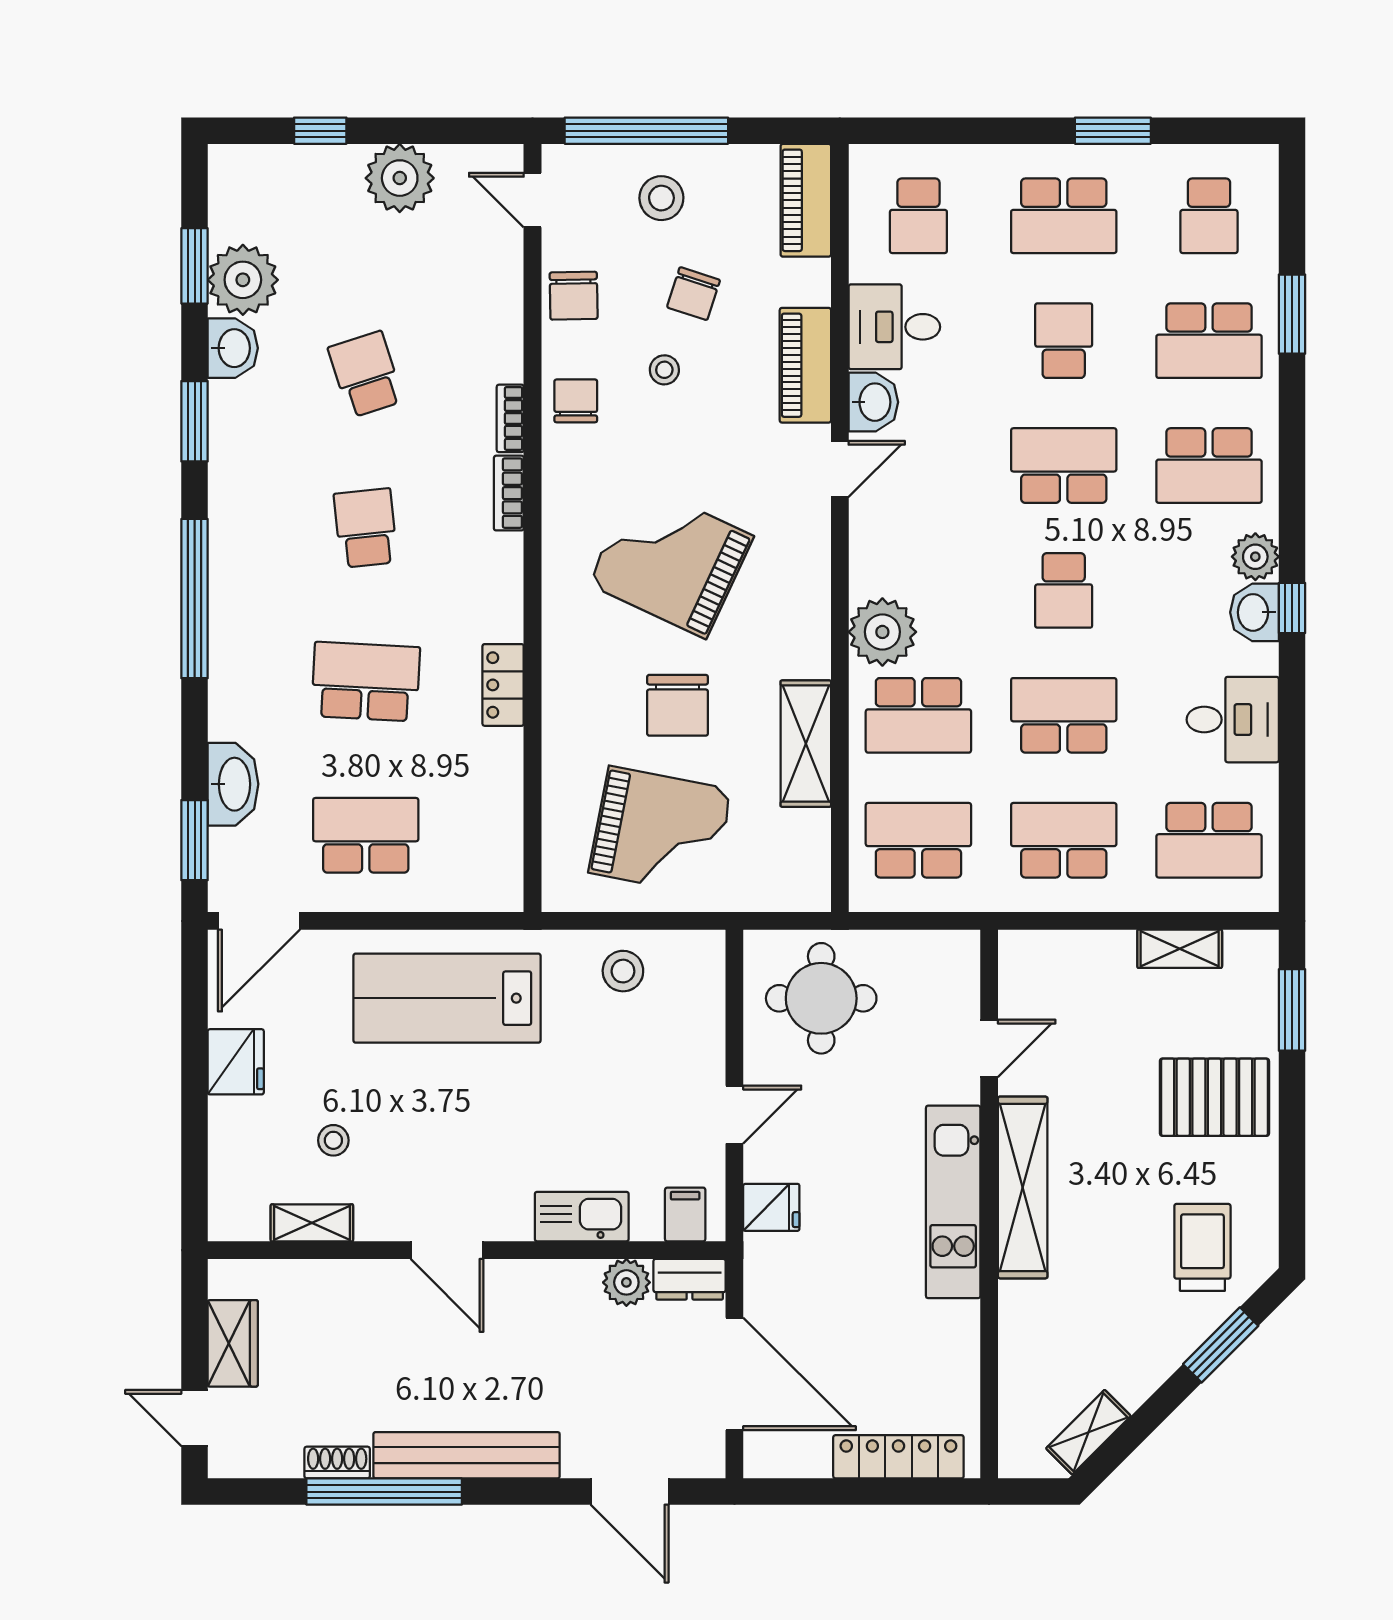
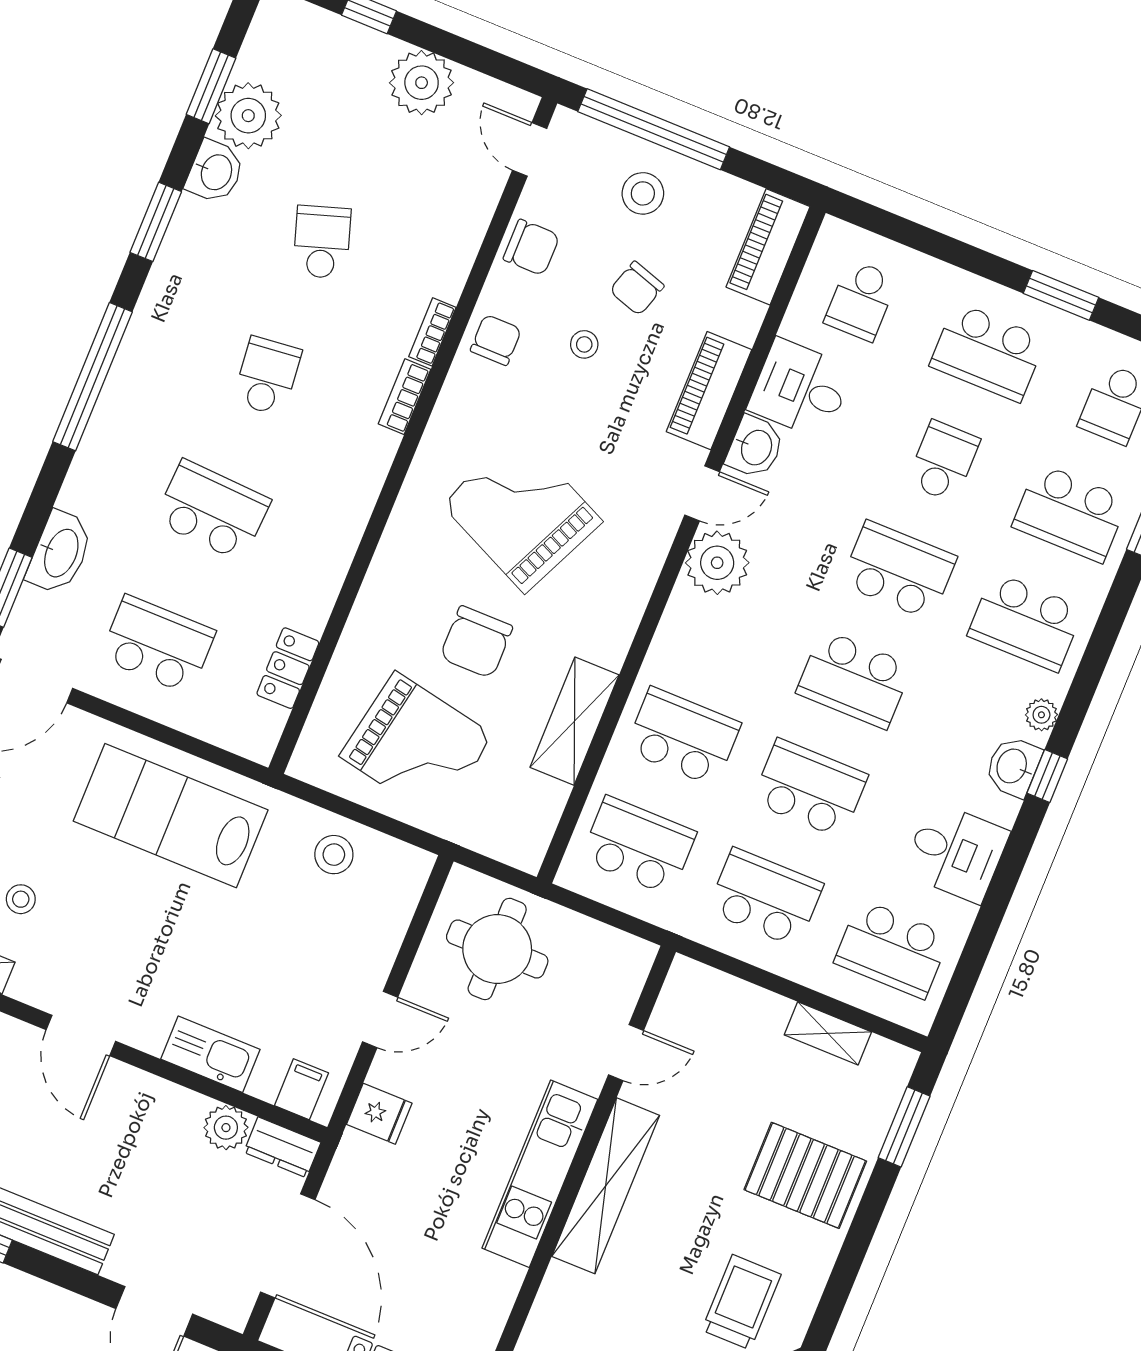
chair: (574, 296) -> (531, 247), turned -89
plant: (1255, 557) -> (1041, 715), width x0.73, depth x0.73
school desk: (1064, 590) -> (854, 679), width x1.85
plant: (882, 632) -> (717, 563), moved
locker: (503, 685) -> (288, 668), moved
school desk: (918, 715) -> (683, 737), turned 180

